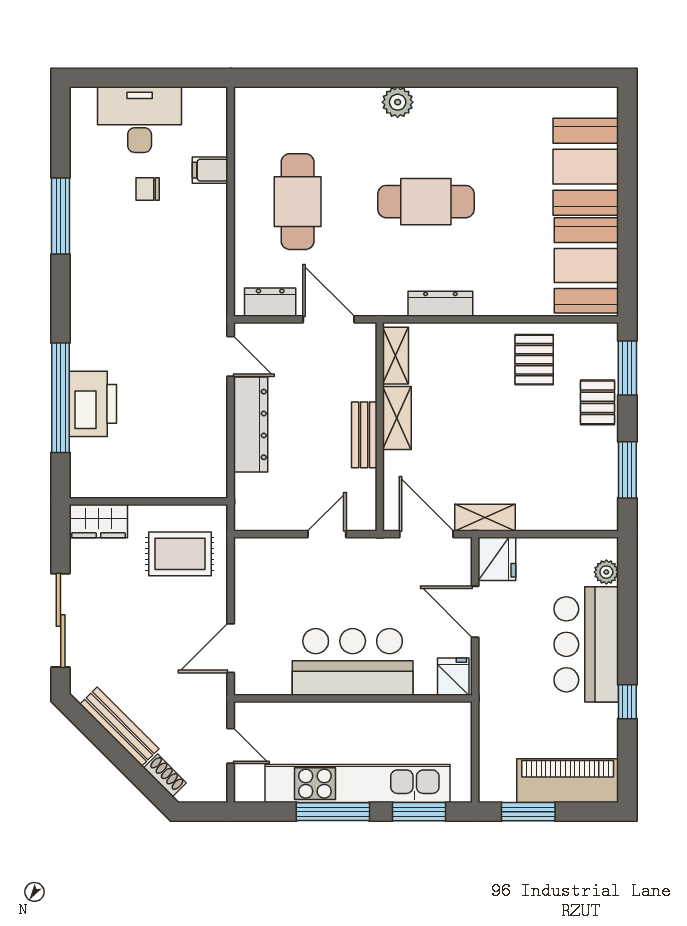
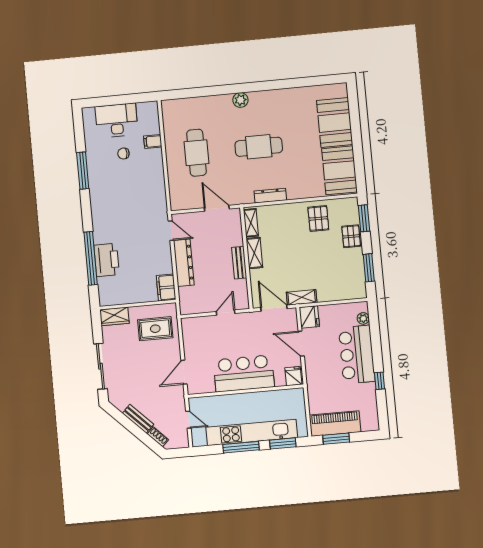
dresser: (270, 302) -> (188, 203), removed
filing cabinet: (210, 472) -> (166, 288), added
bench: (119, 727) -> (138, 419), width x0.73
piano: (568, 781) -> (335, 424), moved

